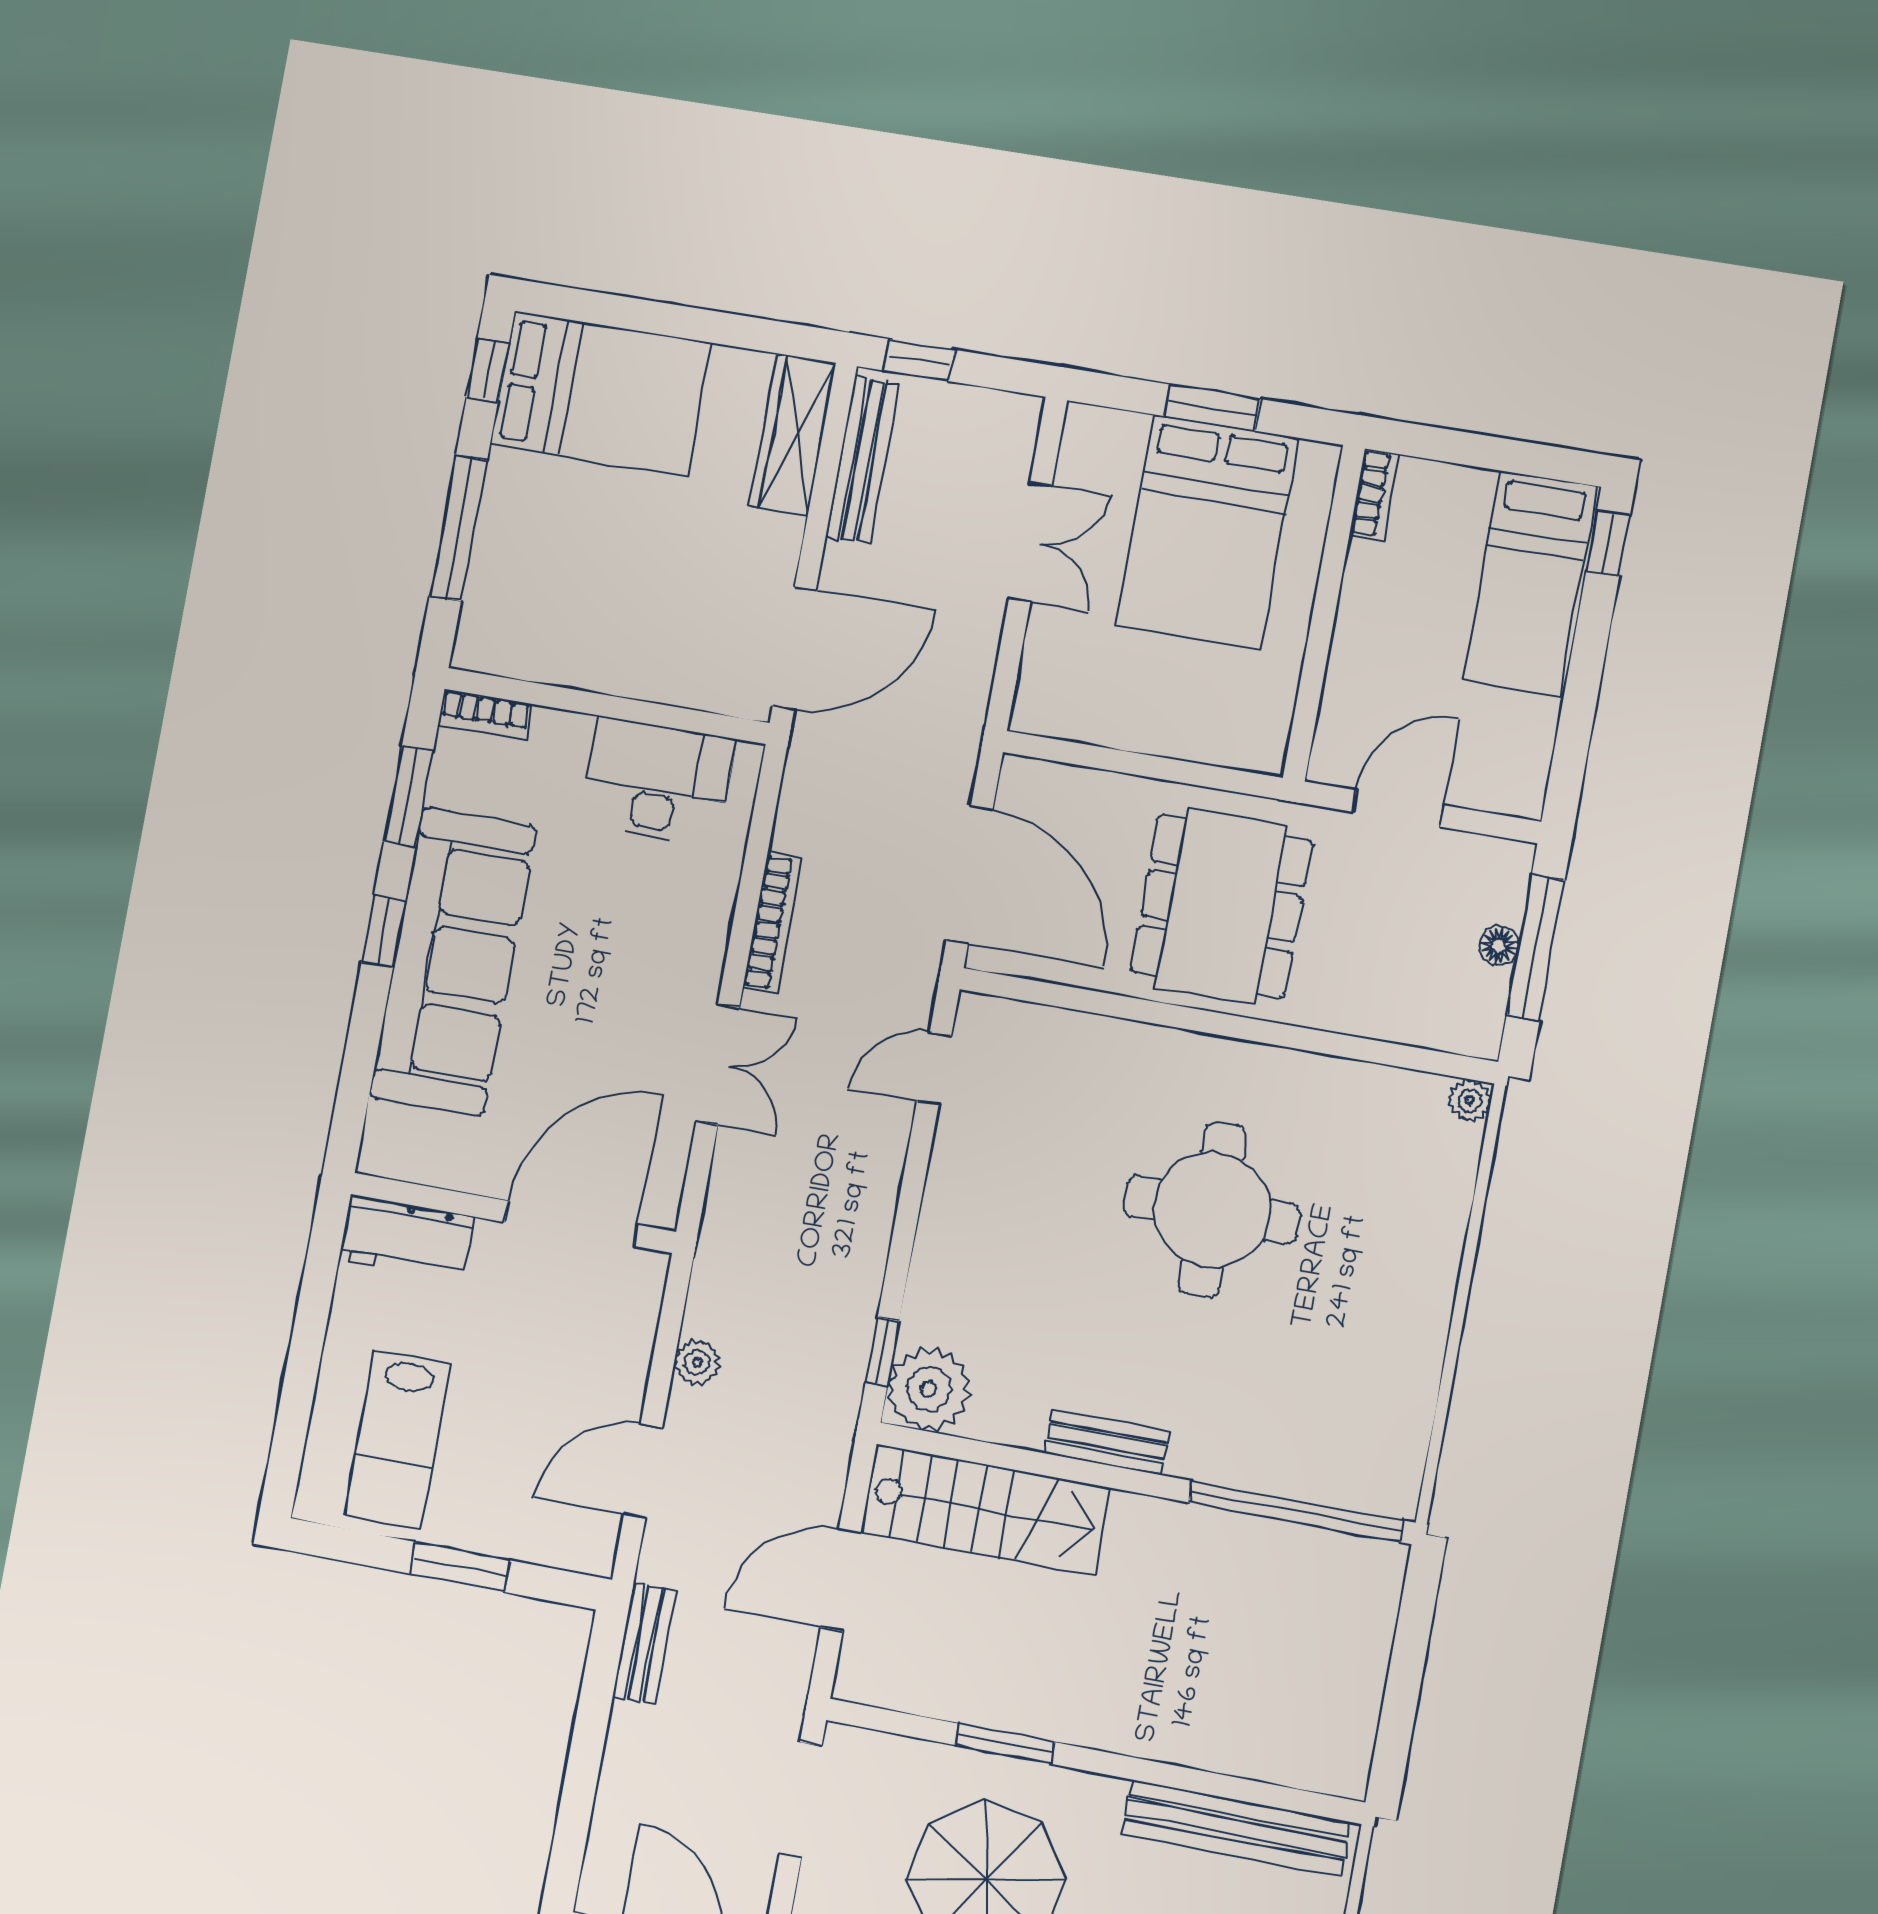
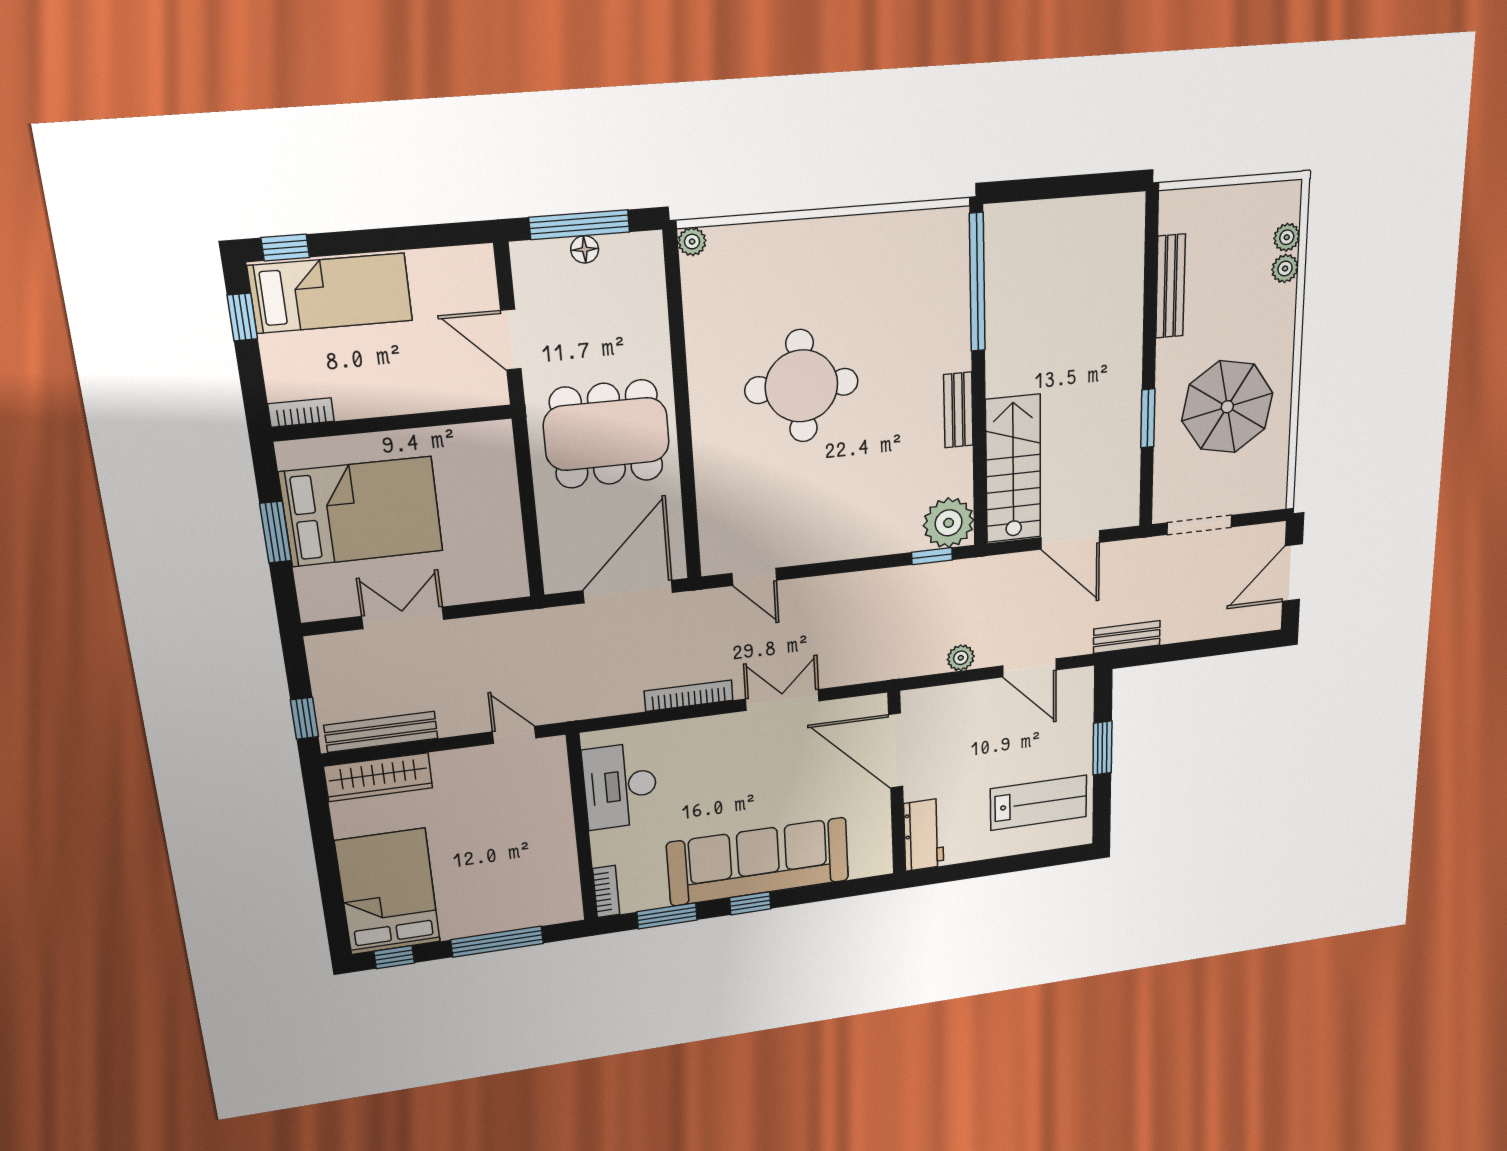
window: (1529, 459) -> (242, 317), added
door: (794, 648) -> (514, 735), width x0.53
bench: (1236, 1828) -> (1170, 286), width x0.73, depth x0.82

